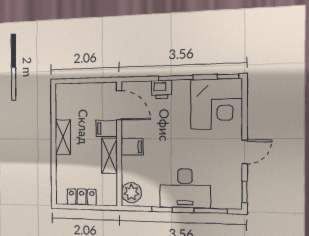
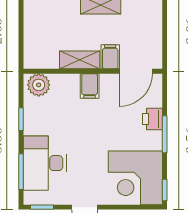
desk: (185, 188) -> (45, 163), moved
locker: (82, 197) -> (32, 27), removed

